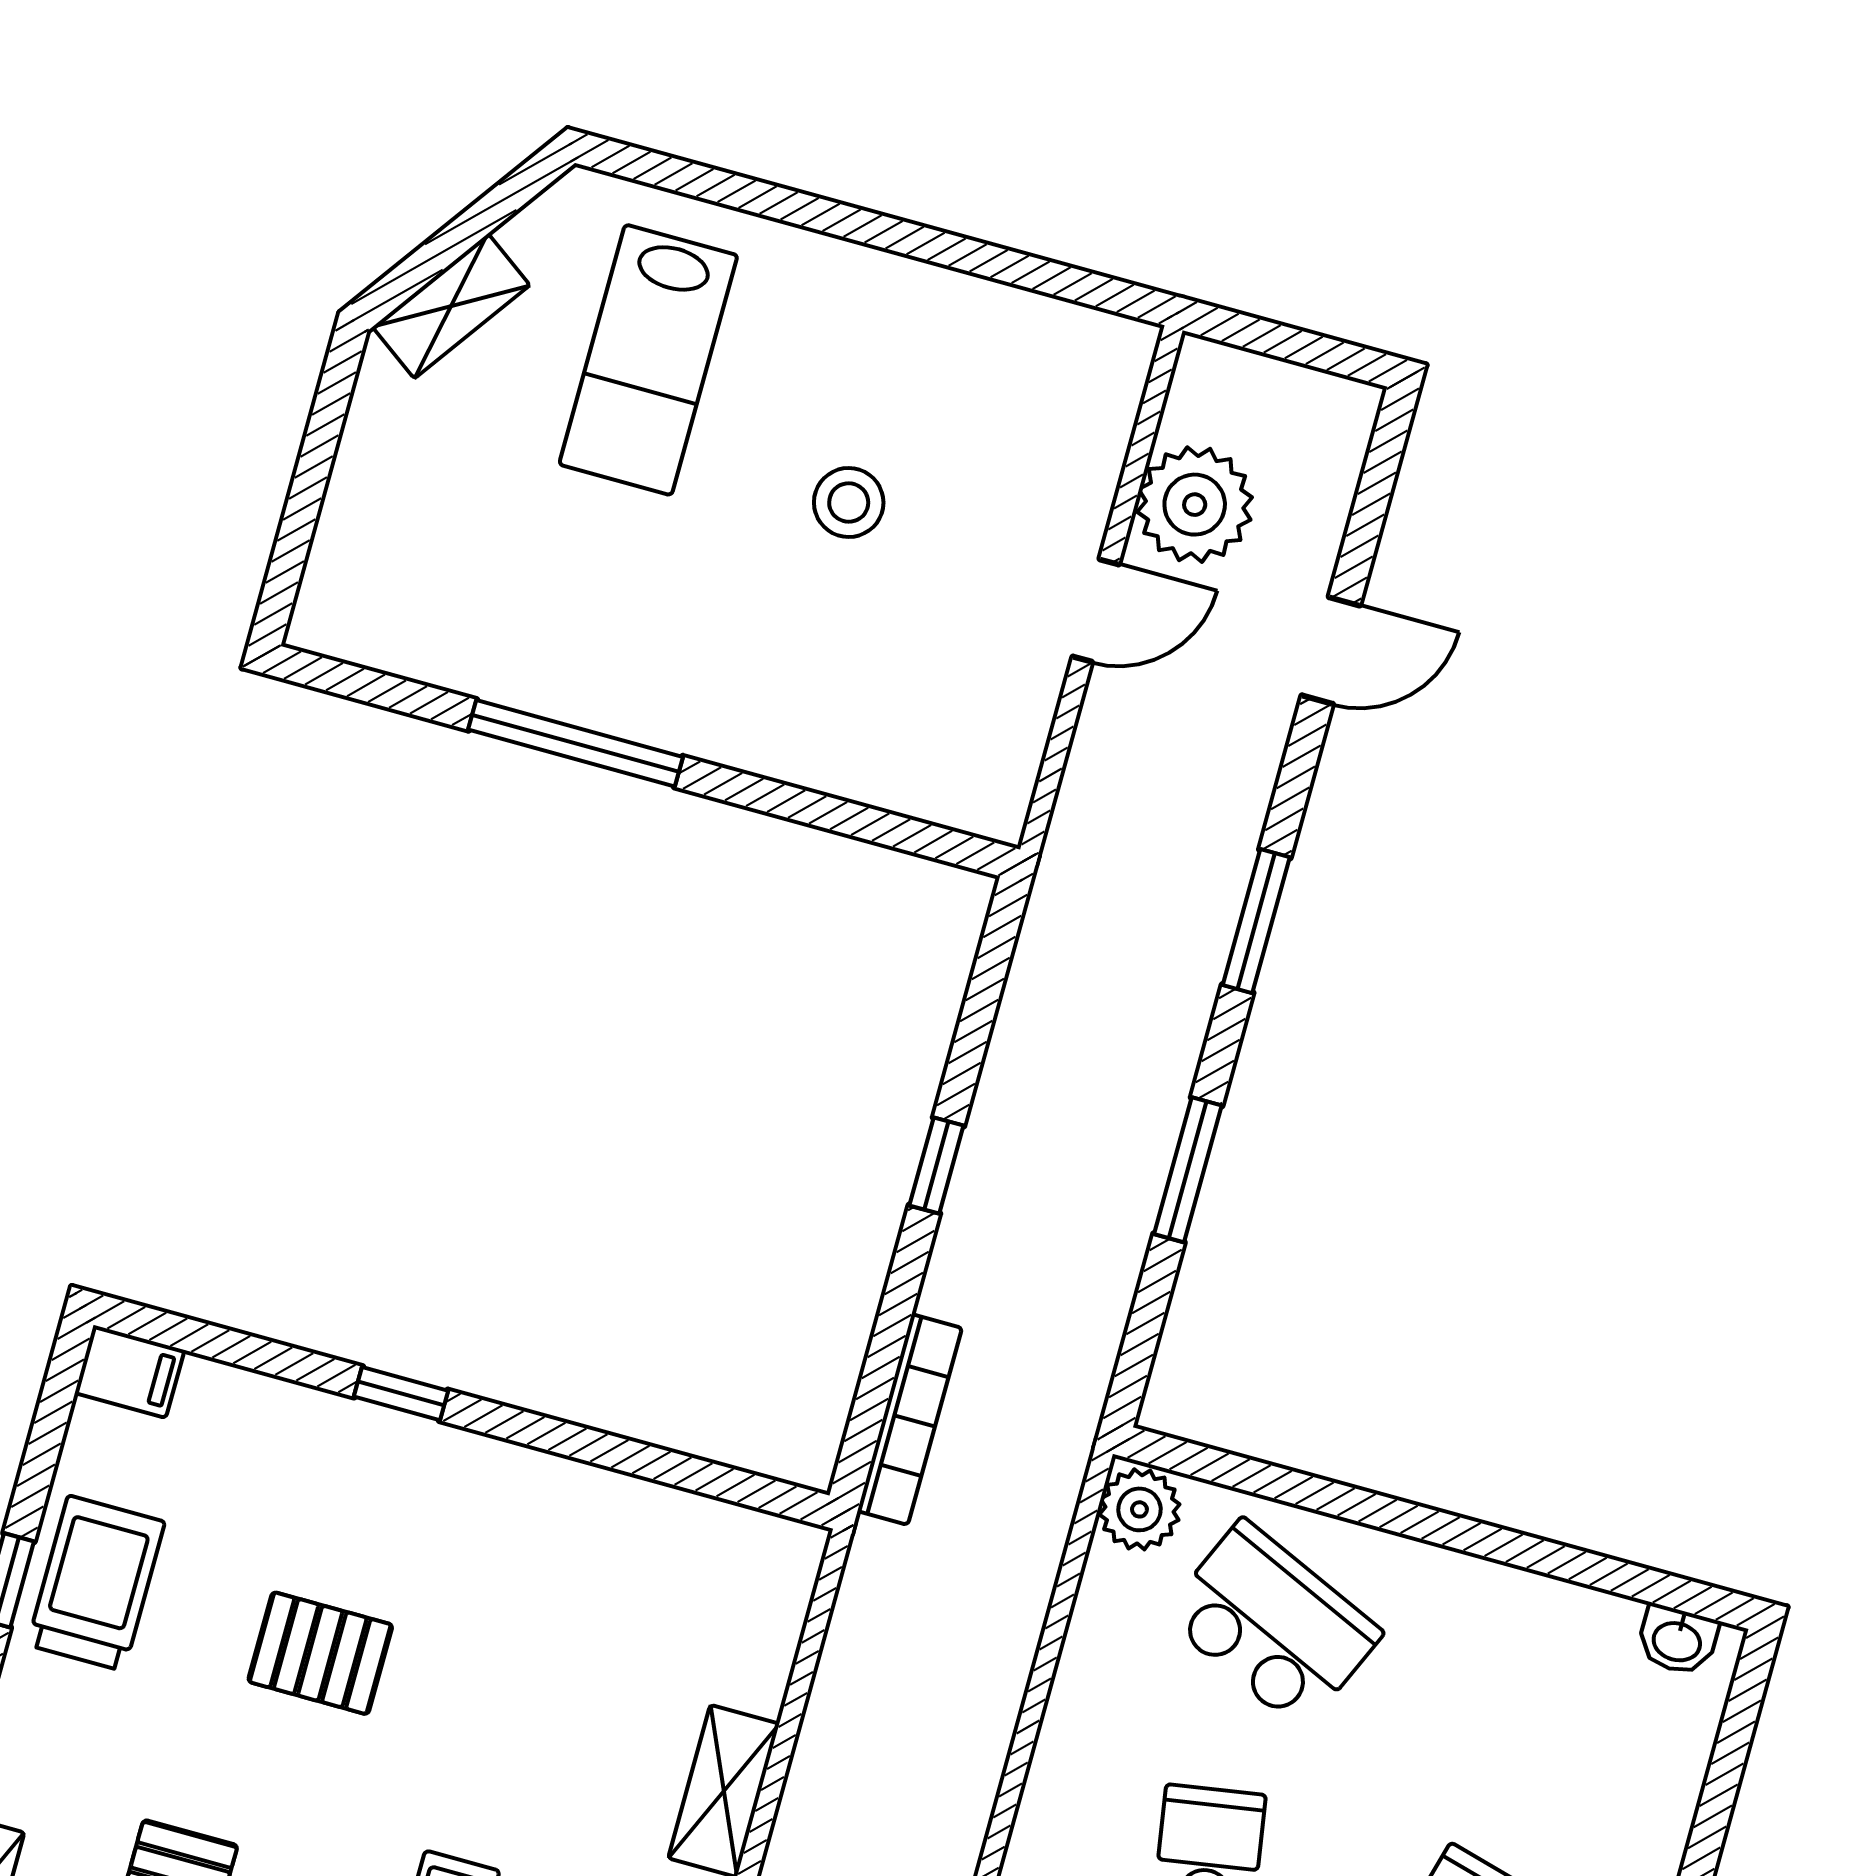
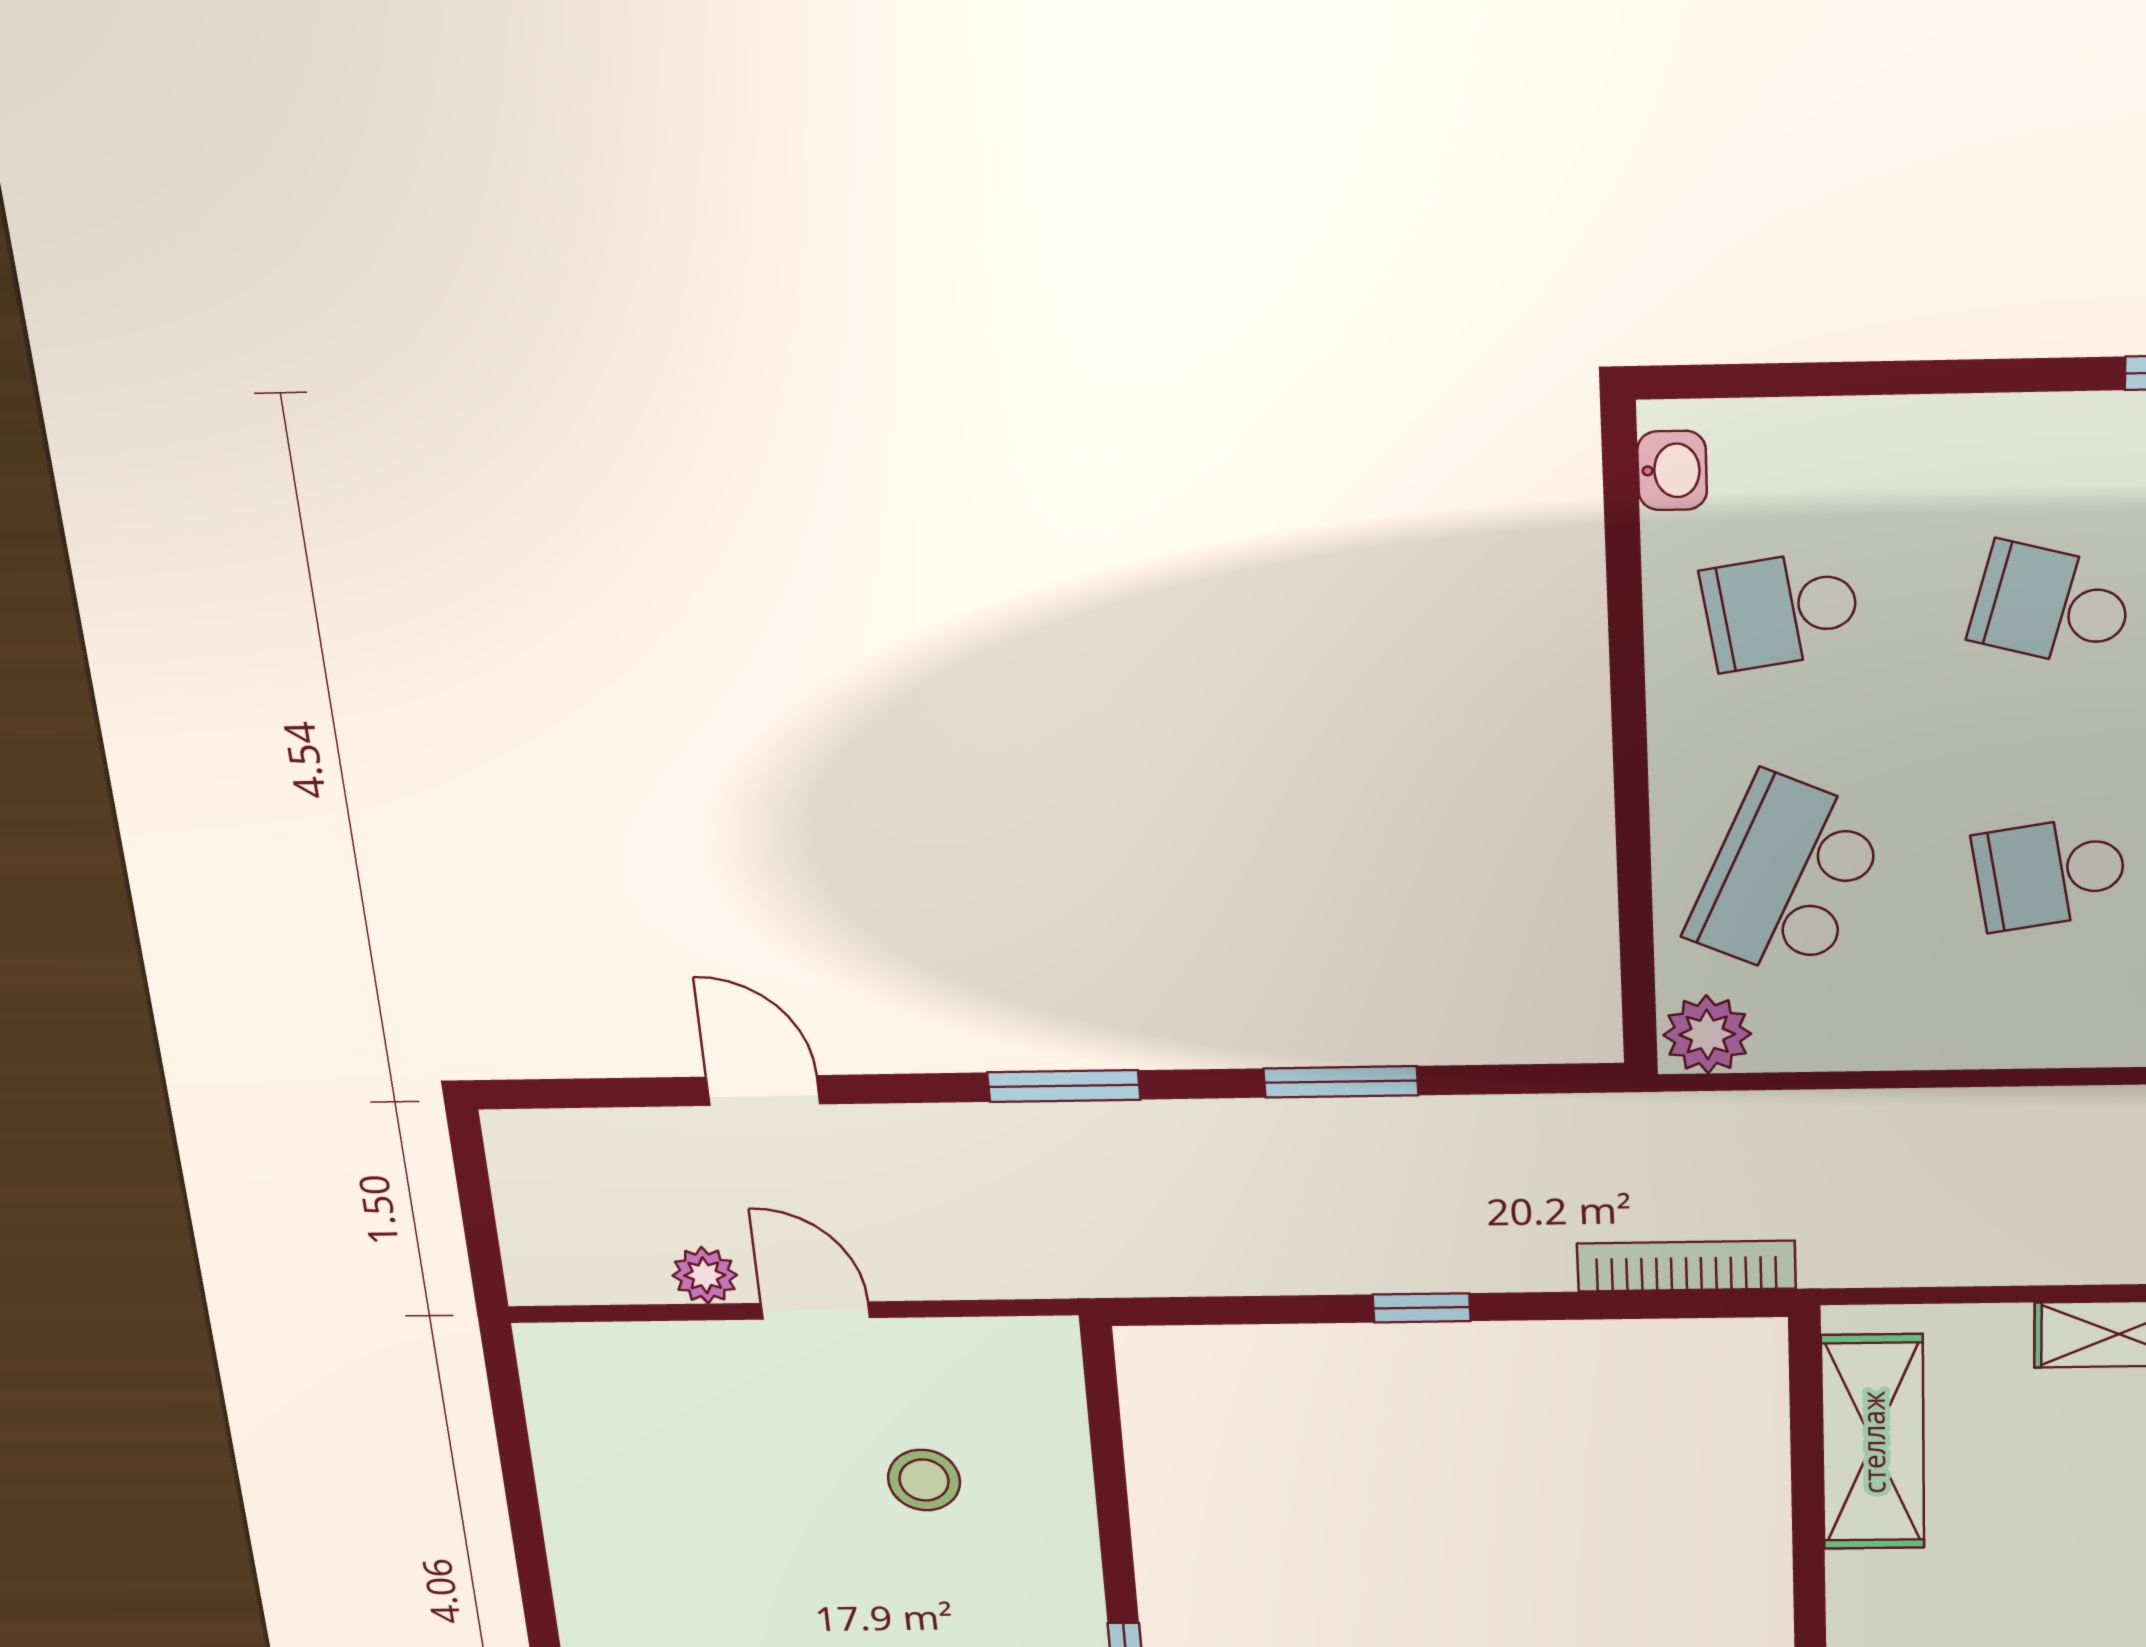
stool: (849, 502) -> (924, 1480), moved
plant: (1195, 505) -> (705, 1275), width x0.53, depth x0.53
shelving: (673, 1534) -> (1873, 1442), added
school desk: (1524, 1694) -> (1781, 610), added

